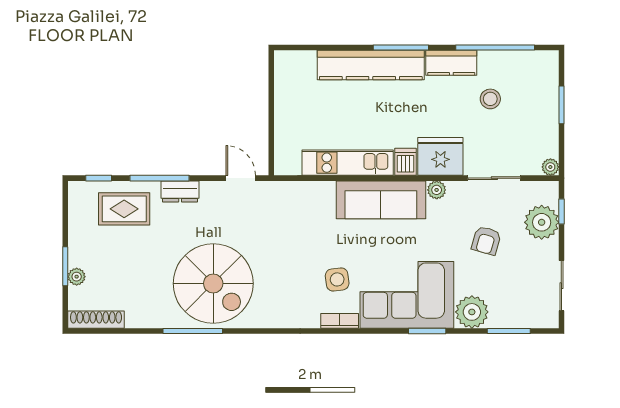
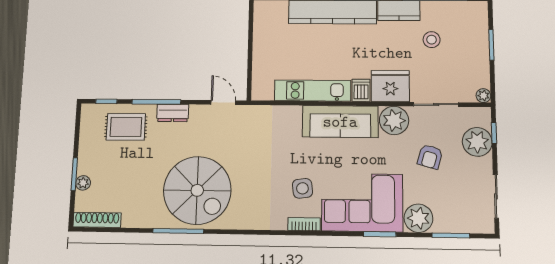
plant: (437, 190) -> (394, 120), width x1.88, depth x1.88

